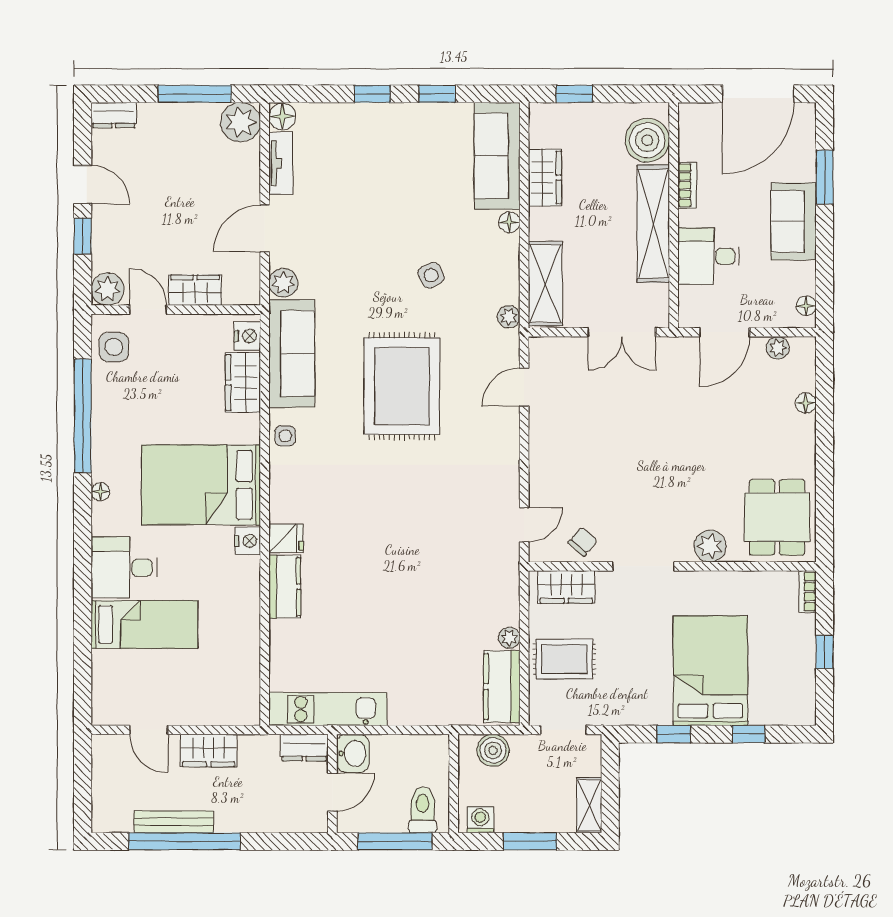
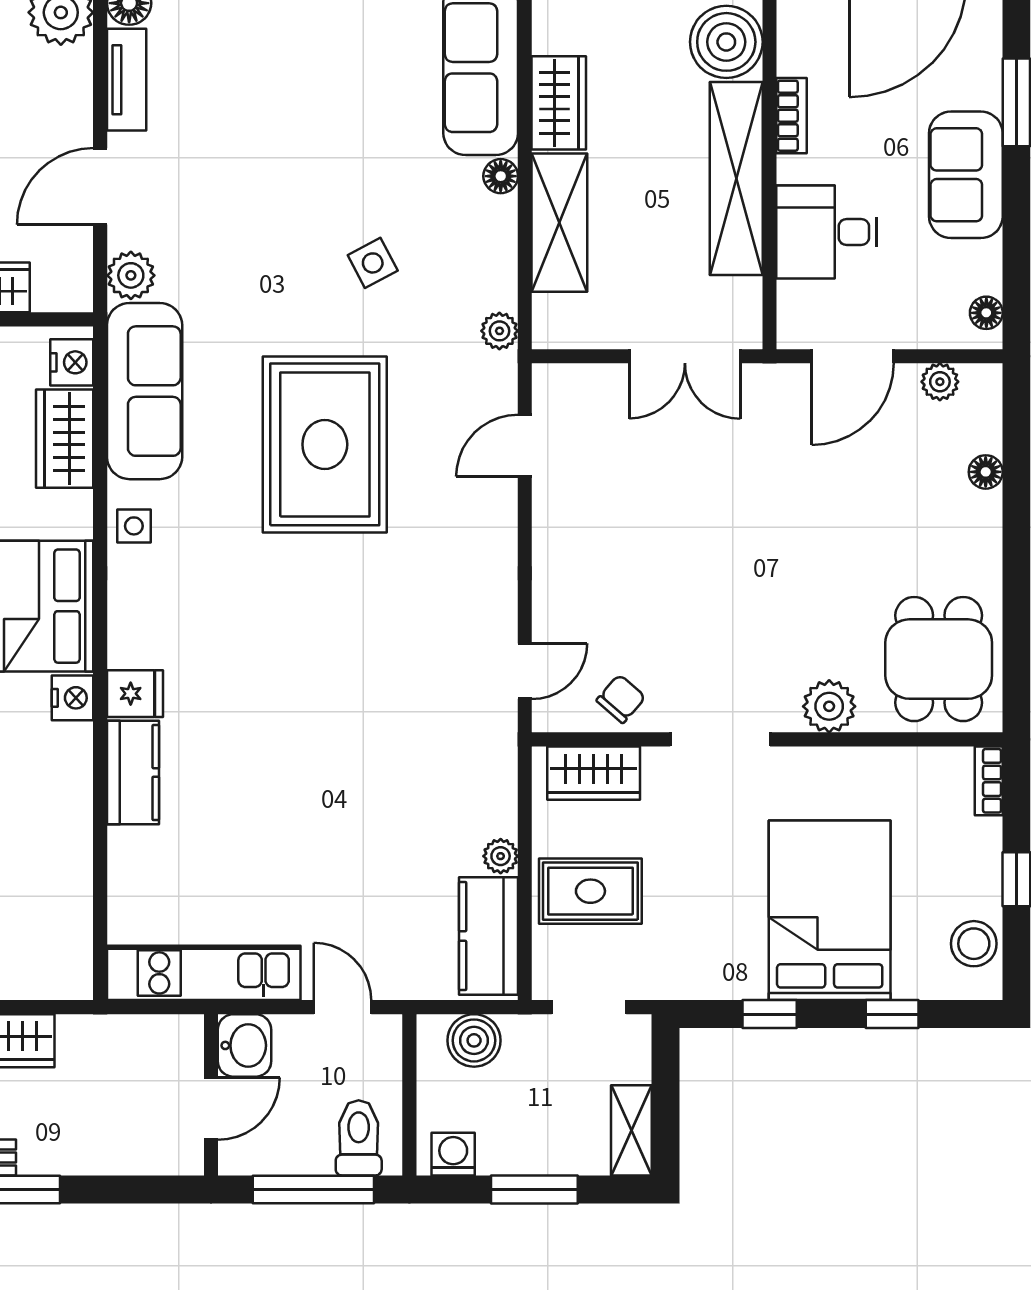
shelving: (545, 284) -> (559, 223), moved
stool: (798, 691) -> (974, 944), added
door: (413, 730) -> (343, 1007), added
dresser: (304, 748) -> (165, 1036), removed

